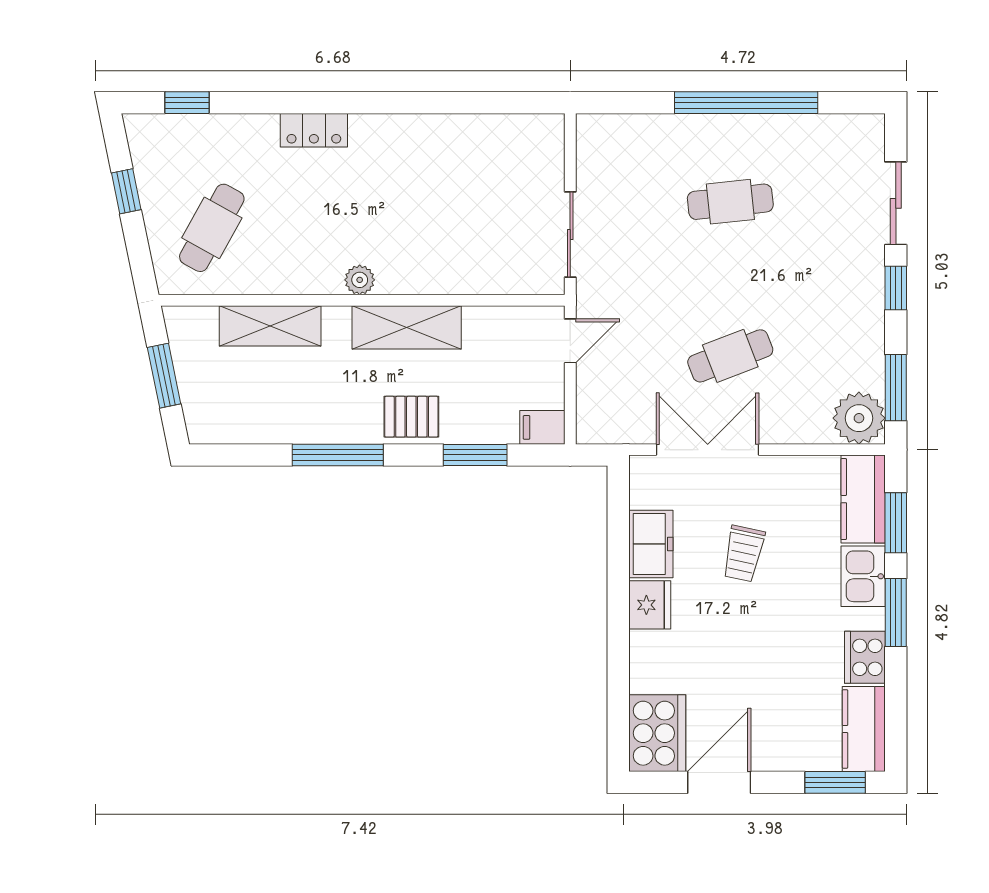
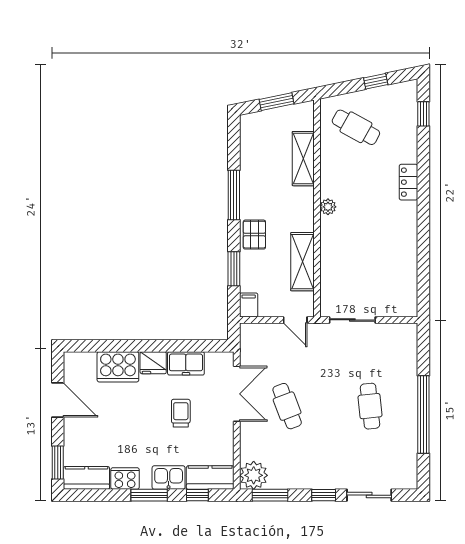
shelving: (407, 327) -> (302, 262), moved
window: (896, 523) -> (197, 495), width x0.67
trolley: (743, 554) -> (181, 413), turned 78
cooker: (657, 733) -> (118, 367), moved

